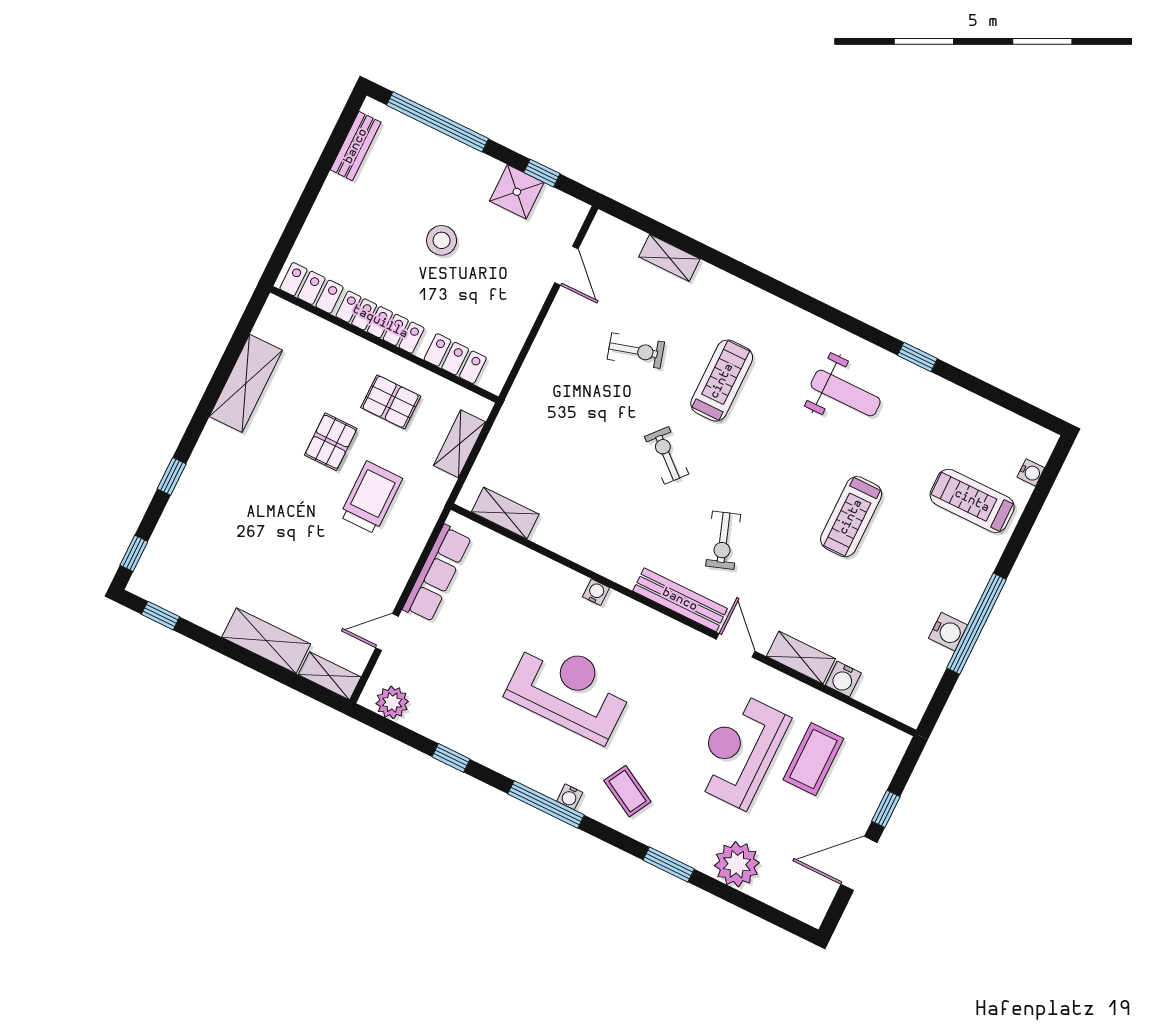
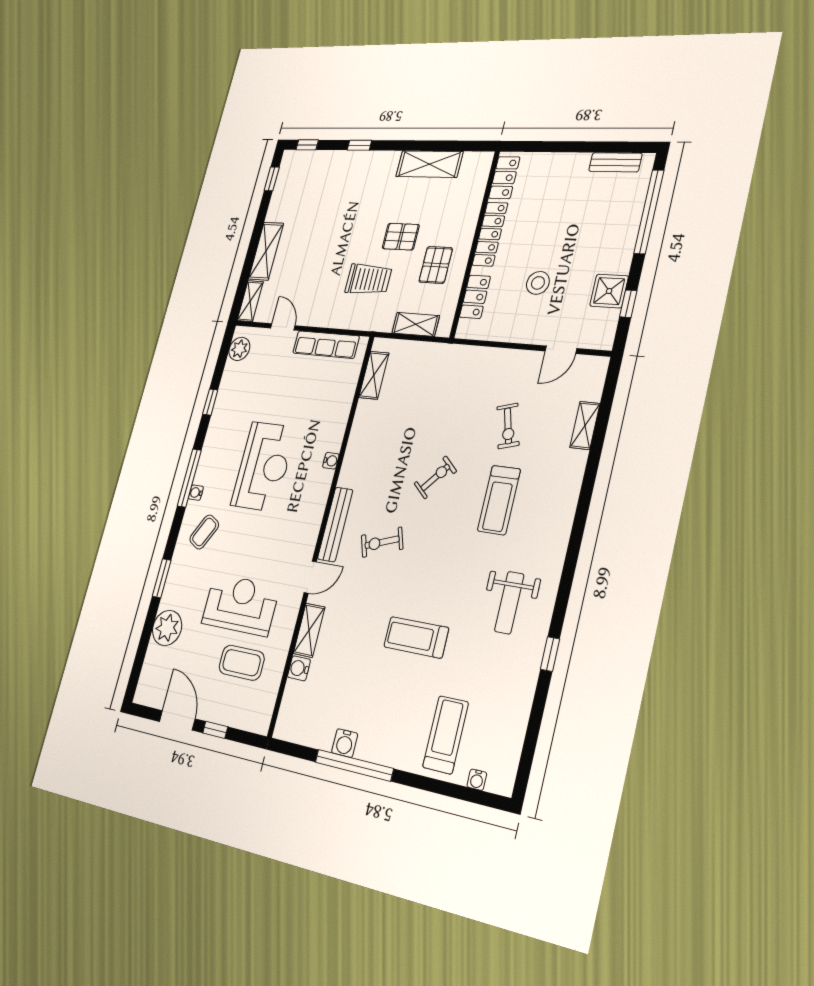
stool: (442, 240) -> (538, 283), moved
treadmill: (722, 381) -> (499, 500), turned 90

